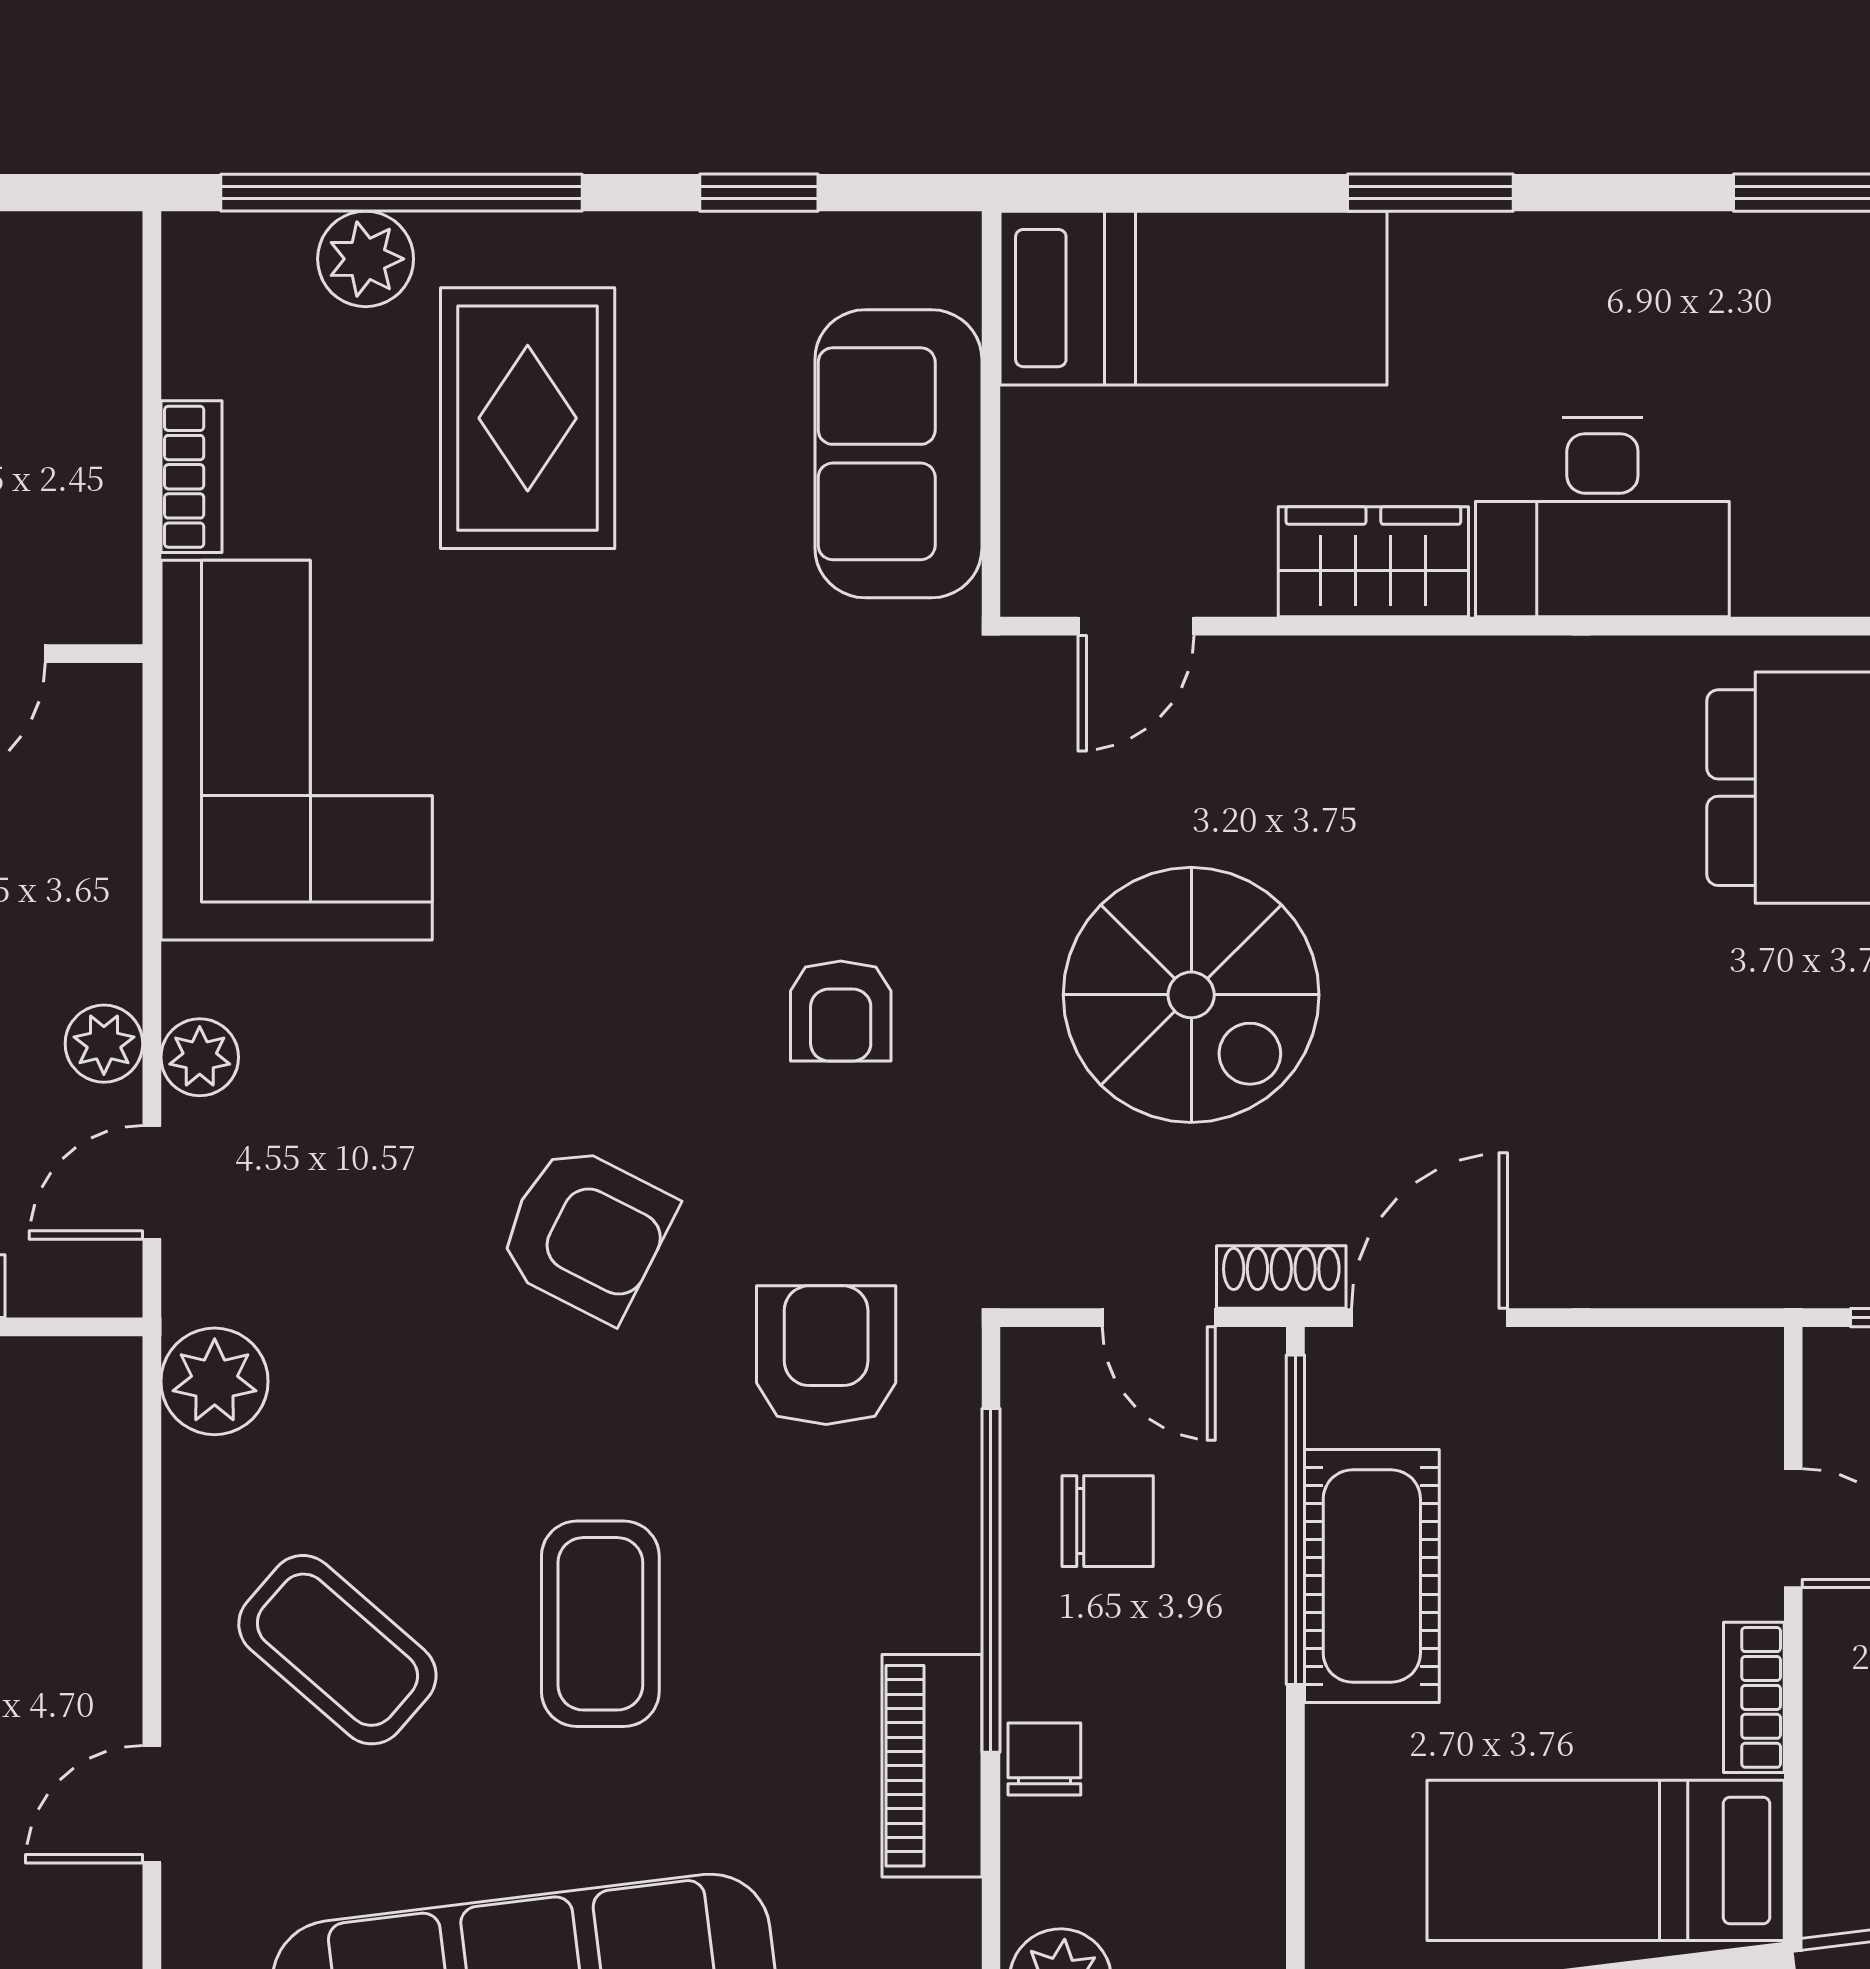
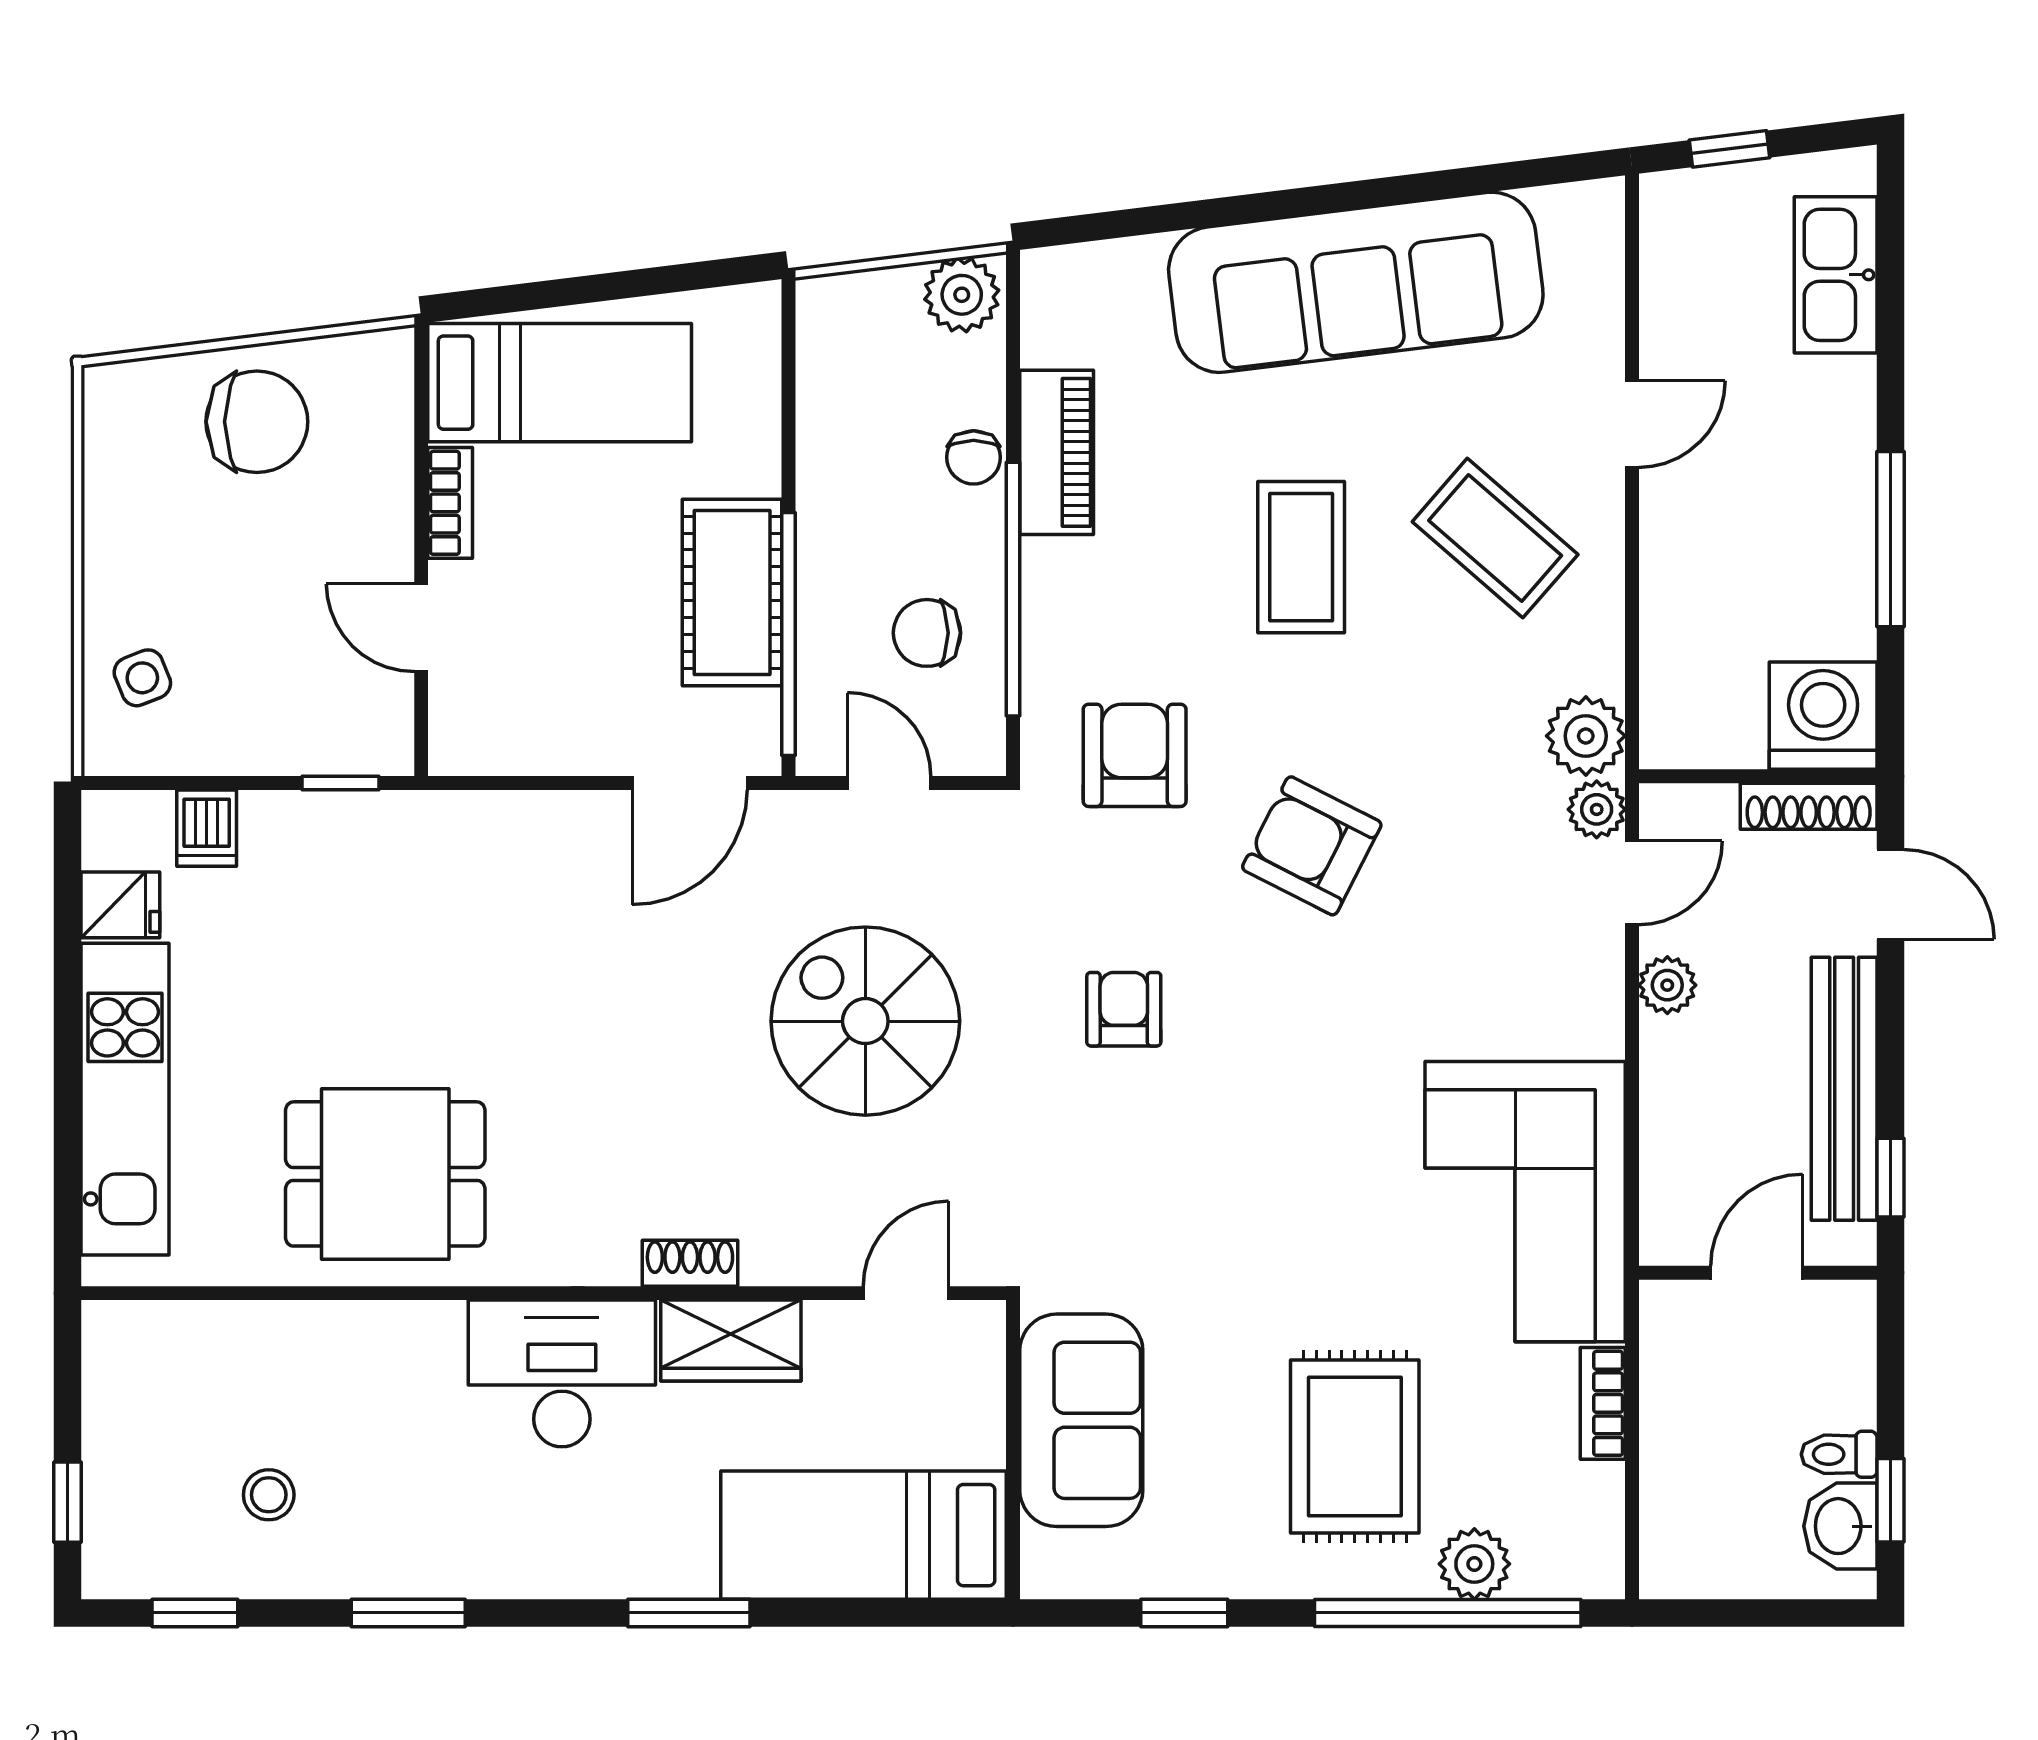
plant: (200, 1057) -> (1597, 809), moved
shoe rack: (1281, 1277) -> (690, 1263), moved, turned 180
armchair: (826, 1355) -> (1135, 755), turned 180

